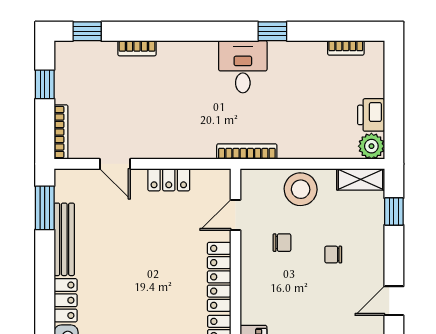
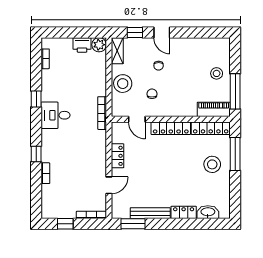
window: (87, 31) -> (36, 154), moved
door: (394, 301) -> (162, 32), moved

